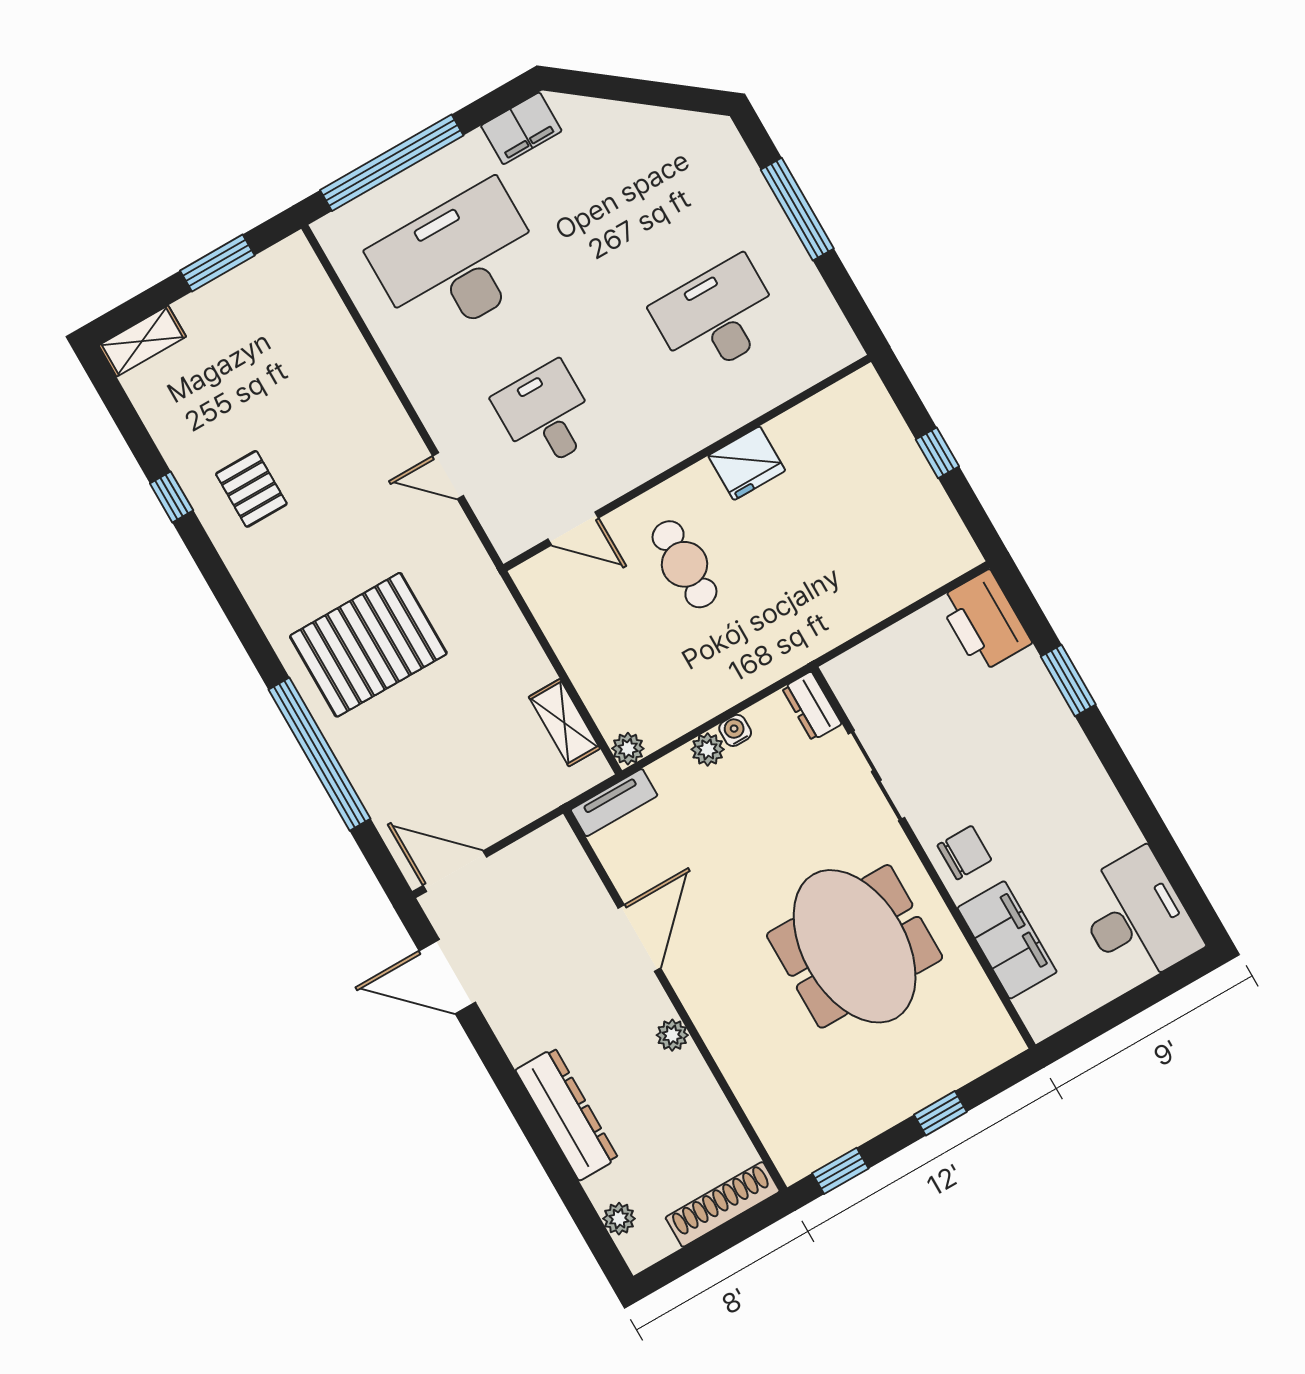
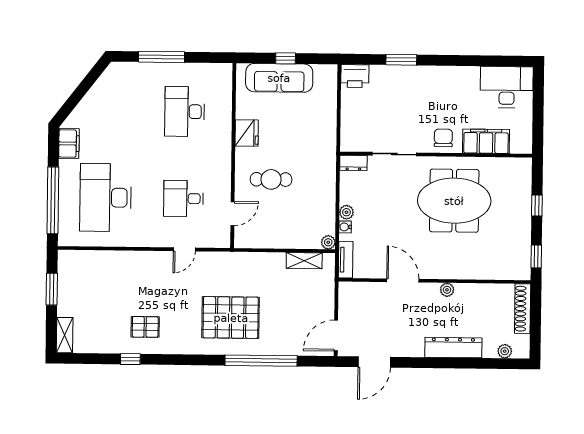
sofa: (892, 463) -> (279, 78), added
printer: (984, 621) -> (355, 76), width x0.73, depth x0.84
pallet: (368, 645) -> (231, 318), turned 90
water cooler: (735, 730) -> (345, 227), moved

